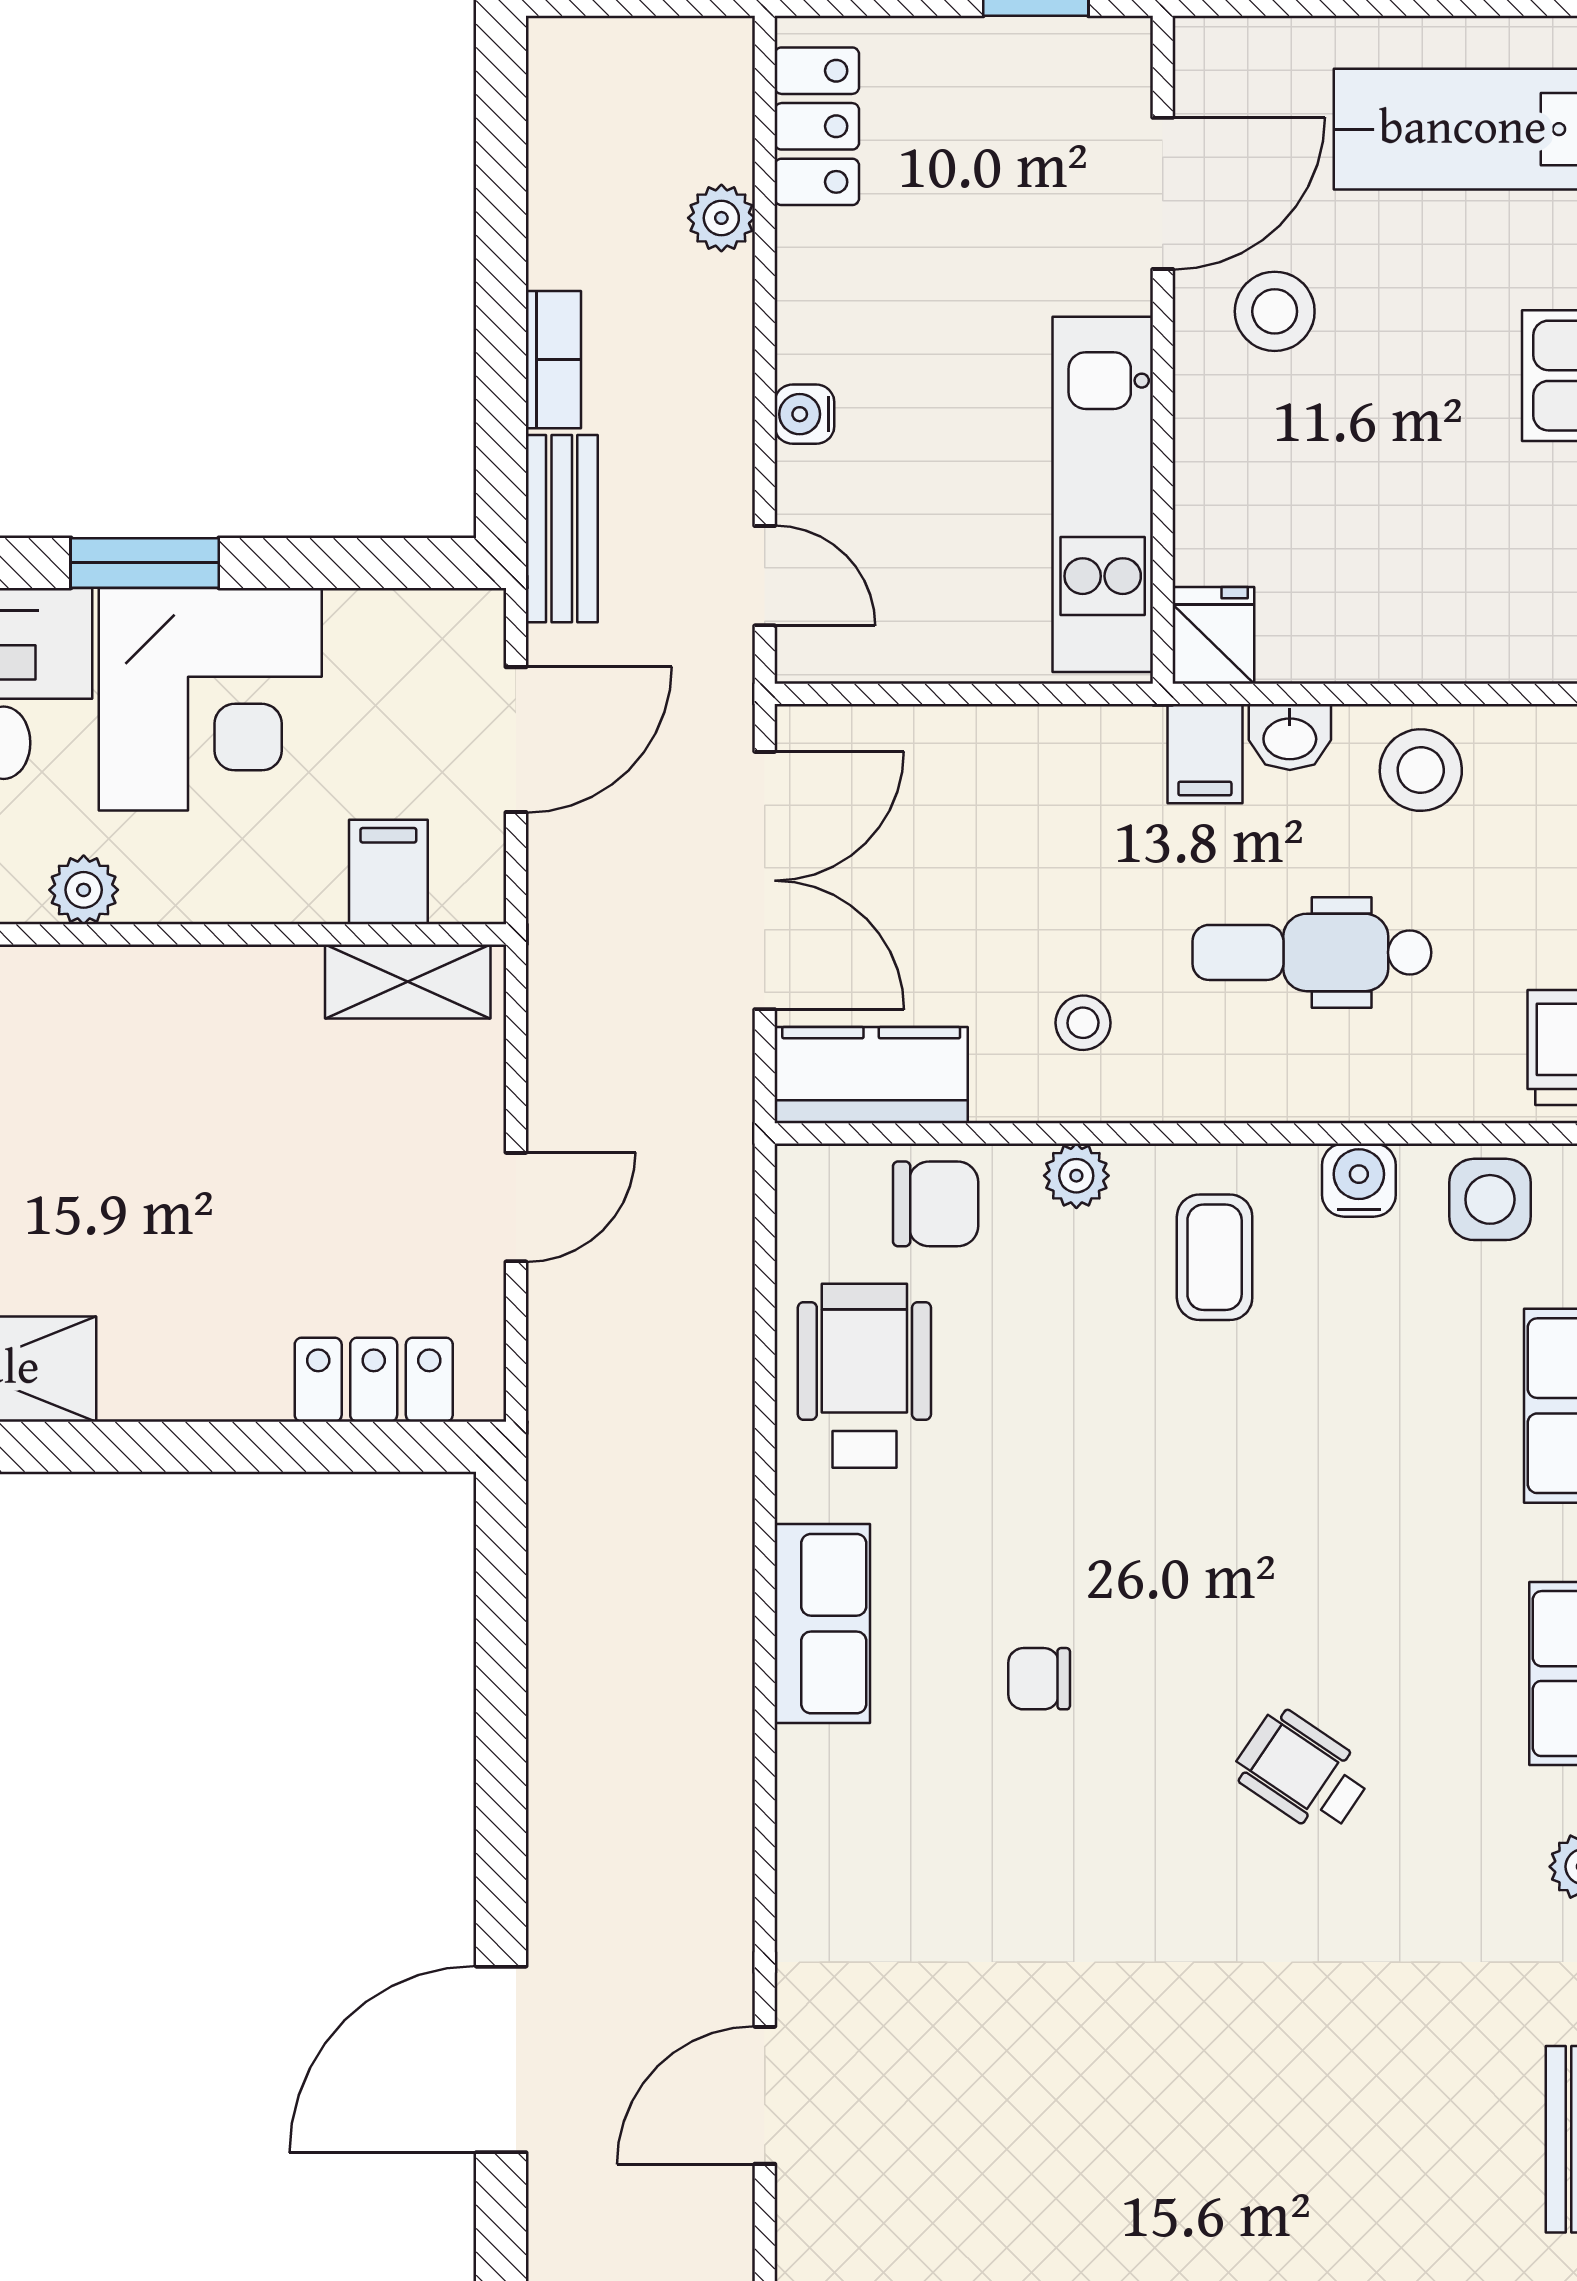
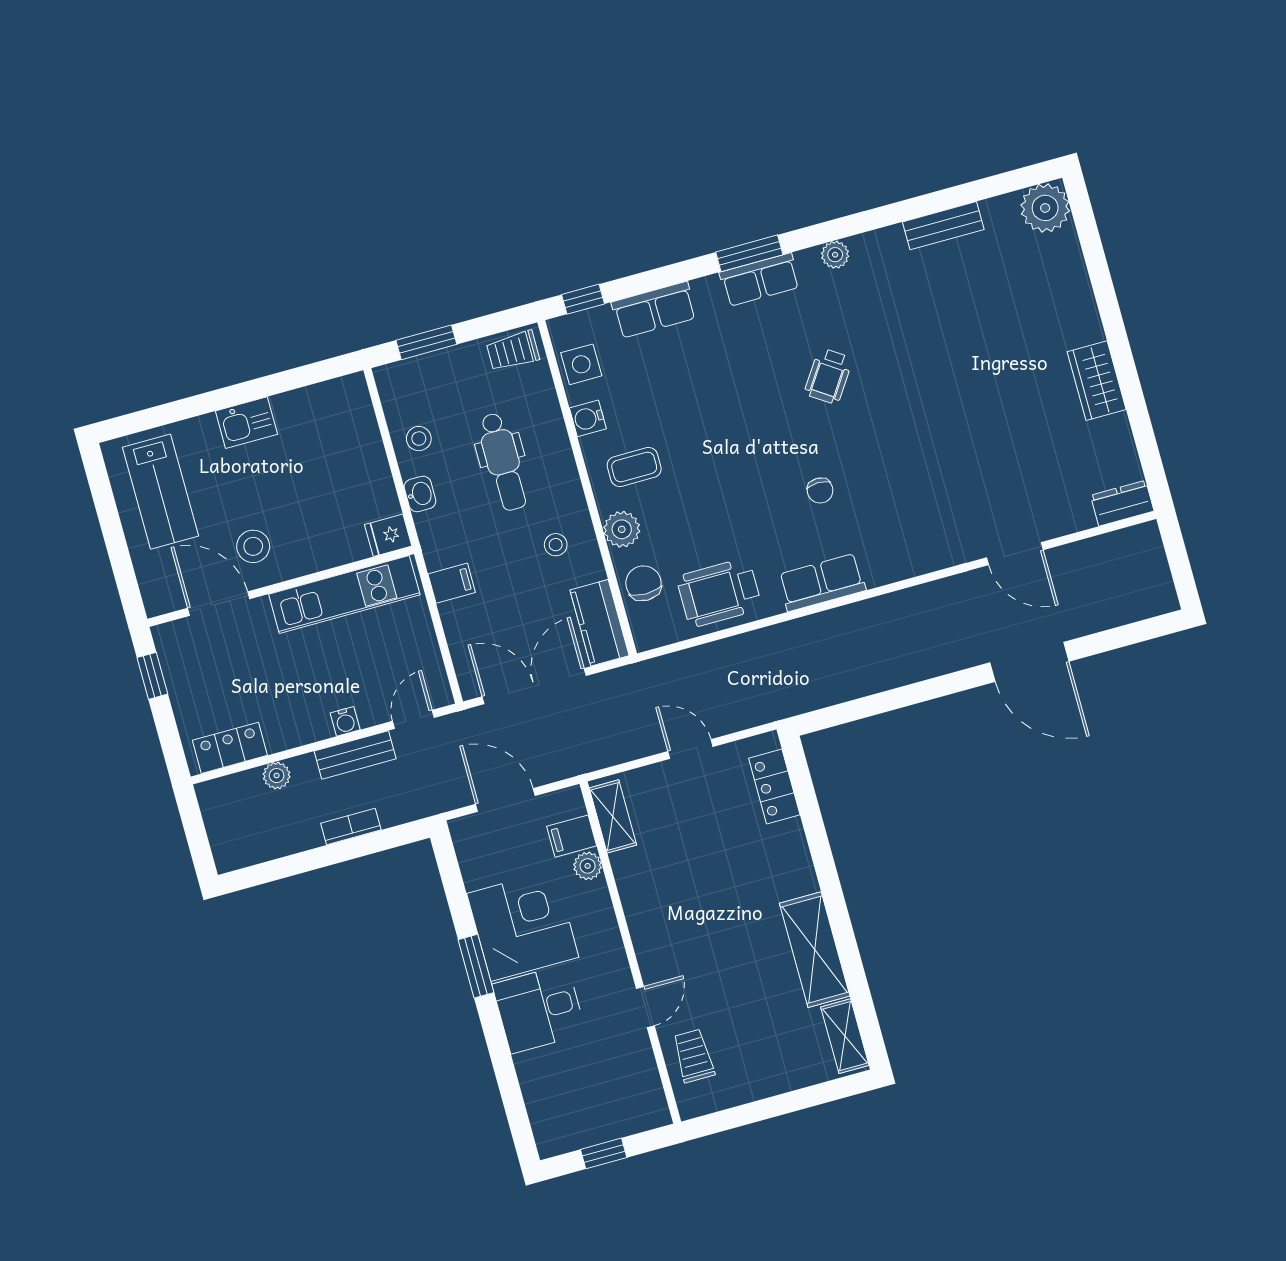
bench: (562, 529) -> (355, 755), moved
filing cabinet: (1205, 754) -> (452, 583), moved
stool: (1421, 770) -> (419, 439), width x0.73, depth x0.73
plant: (84, 890) -> (588, 866), moved
plant: (1076, 1176) -> (622, 529), width x1.38, depth x1.38

